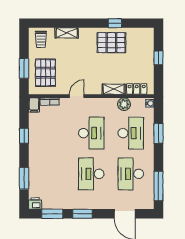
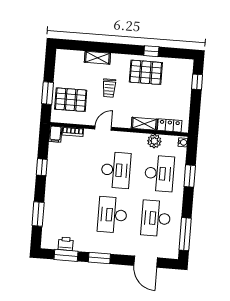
trolley: (41, 39) -> (109, 88), moved
window: (158, 58) -> (197, 82), moved
pallet: (45, 73) -> (71, 100), turned 90
printer: (35, 203) -> (66, 244), moved

